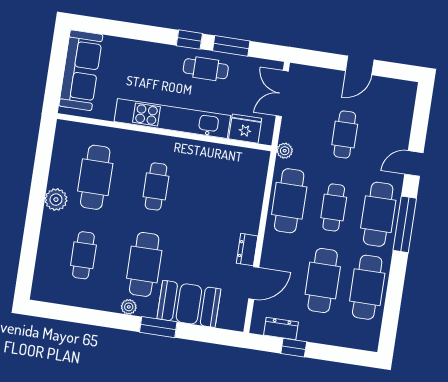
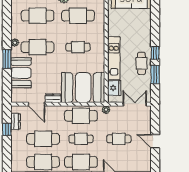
kitchen unit: (172, 118) -> (114, 58), width x0.73
booth: (235, 188) -> (83, 88), added
cafe table: (83, 255) -> (38, 16), width x1.37, depth x1.35

